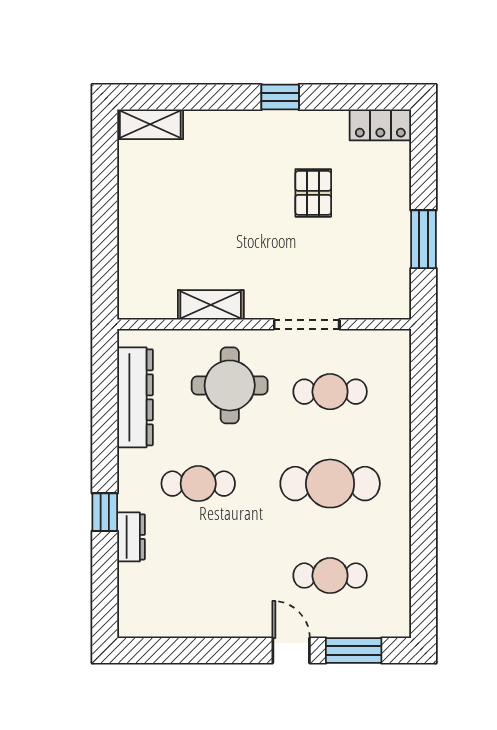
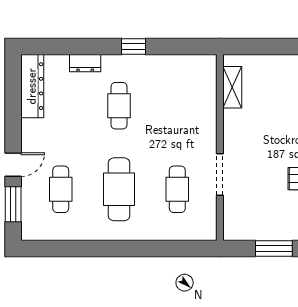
shelving: (211, 305) -> (232, 87), moved
round table: (230, 385) -> (181, 126), removed
dresser: (135, 397) -> (32, 86), moved, turned -90
window: (105, 512) -> (133, 47), moved

